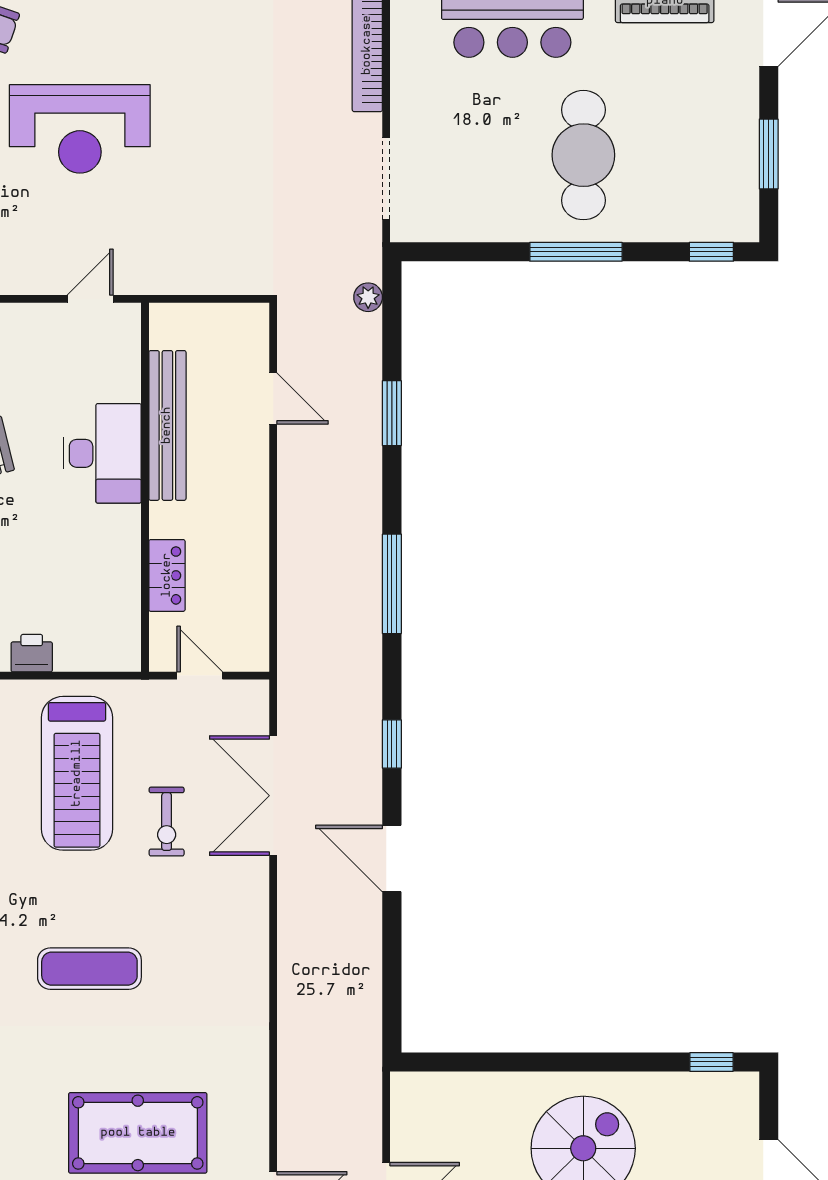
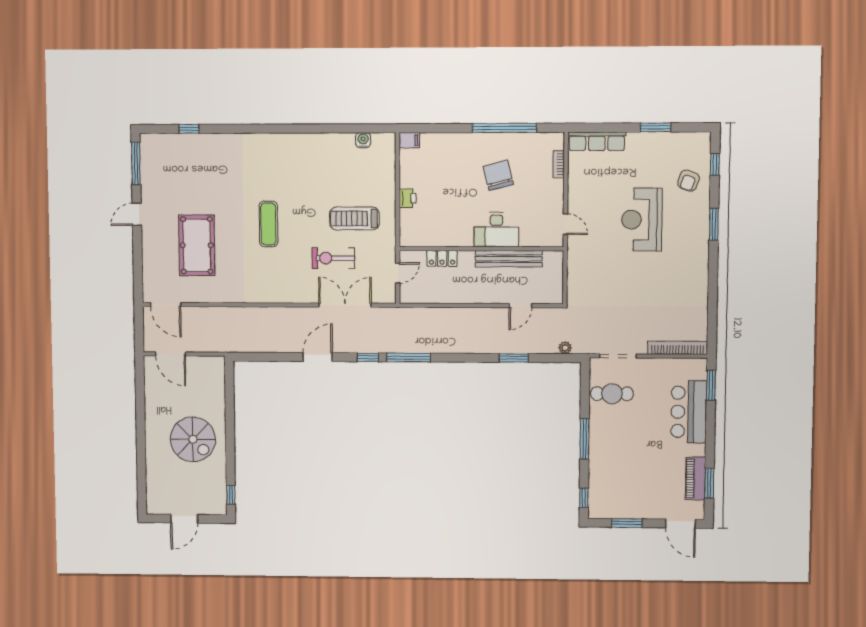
cafe table: (583, 155) -> (612, 394), moved, width x0.73, depth x0.74
window: (392, 584) -> (409, 357), moved
treadmill: (77, 773) -> (354, 218), width x0.73, depth x0.73
exercise bike: (167, 822) -> (333, 258), width x1.38, depth x1.39

